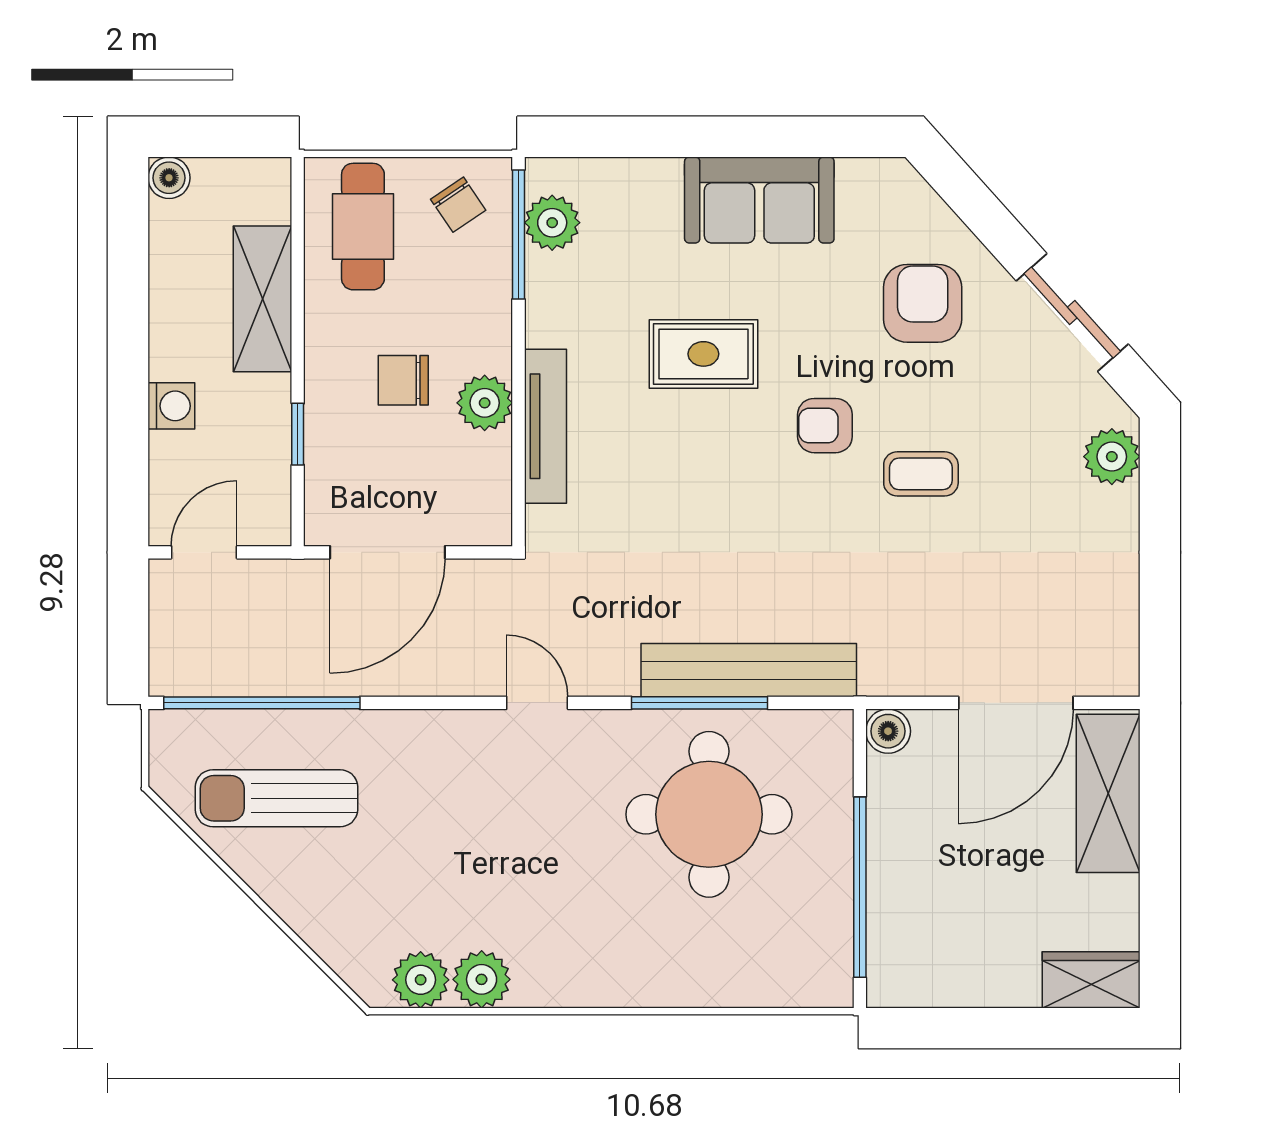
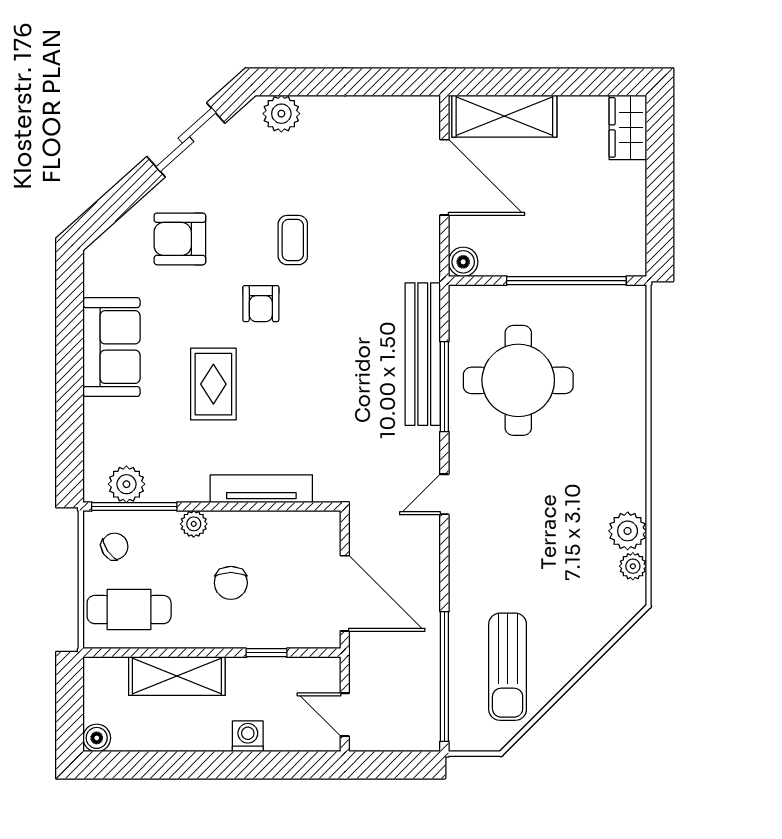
plant: (485, 403) -> (194, 524), moved, width x0.73, depth x0.73
plant: (421, 980) -> (633, 566), width x0.73, depth x0.73

